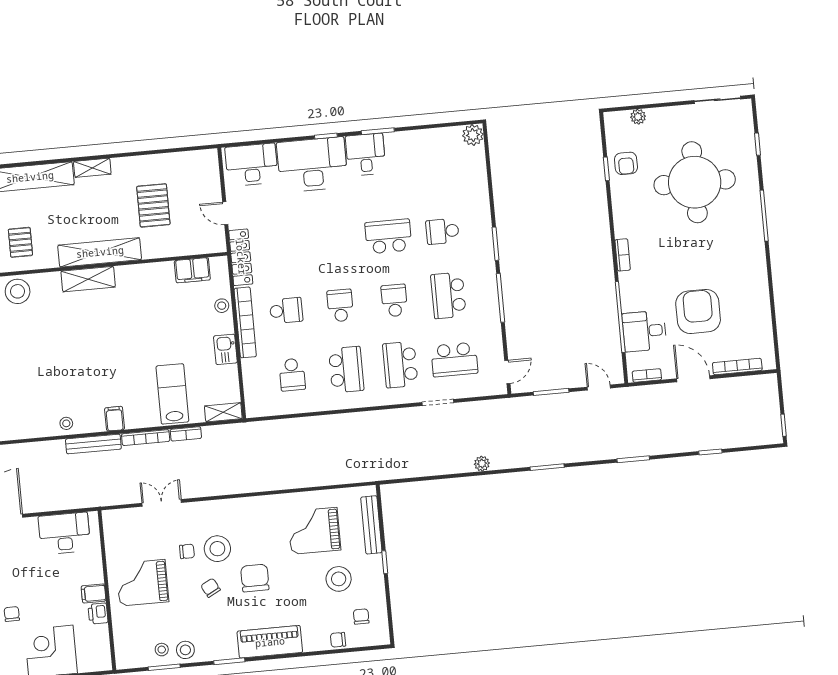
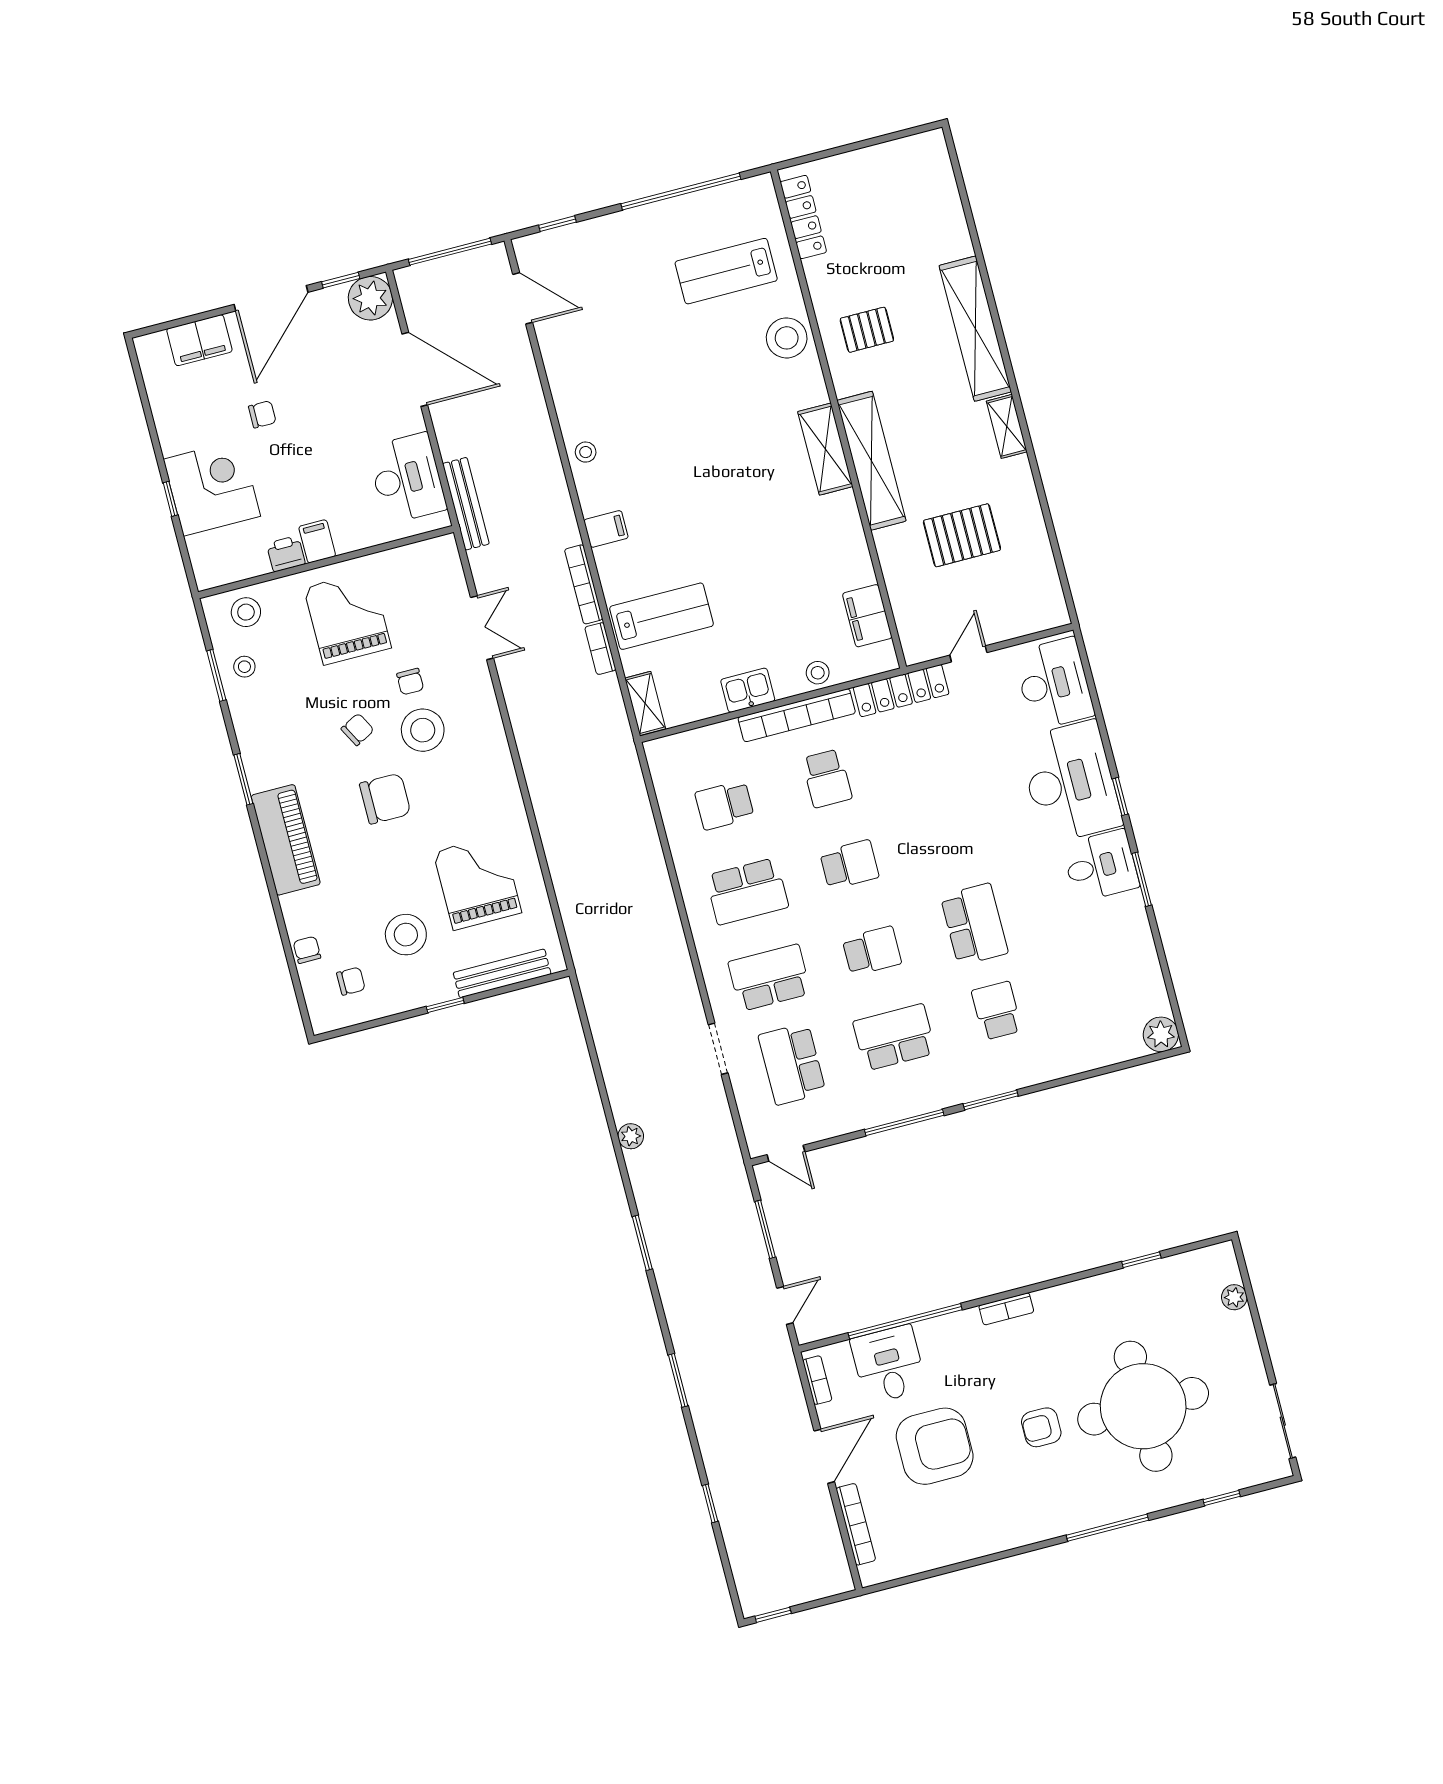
armchair: (626, 163) -> (1041, 1427), moved
bench: (93, 444) -> (466, 504), moved
stool: (185, 650) -> (246, 612), moved

